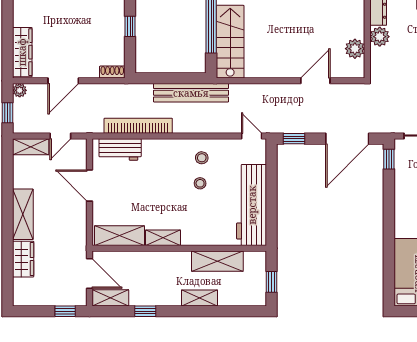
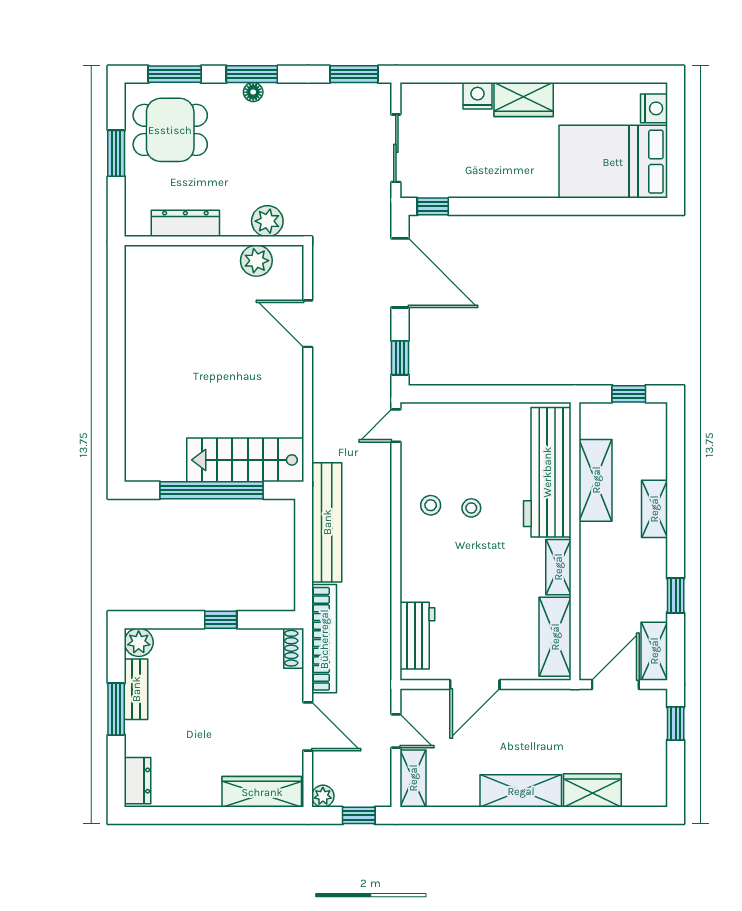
plant: (380, 37) -> (267, 221), moved
bookcase: (138, 126) -> (324, 639), moved, turned 180
workbench: (252, 205) -> (547, 472), moved, turned 90

